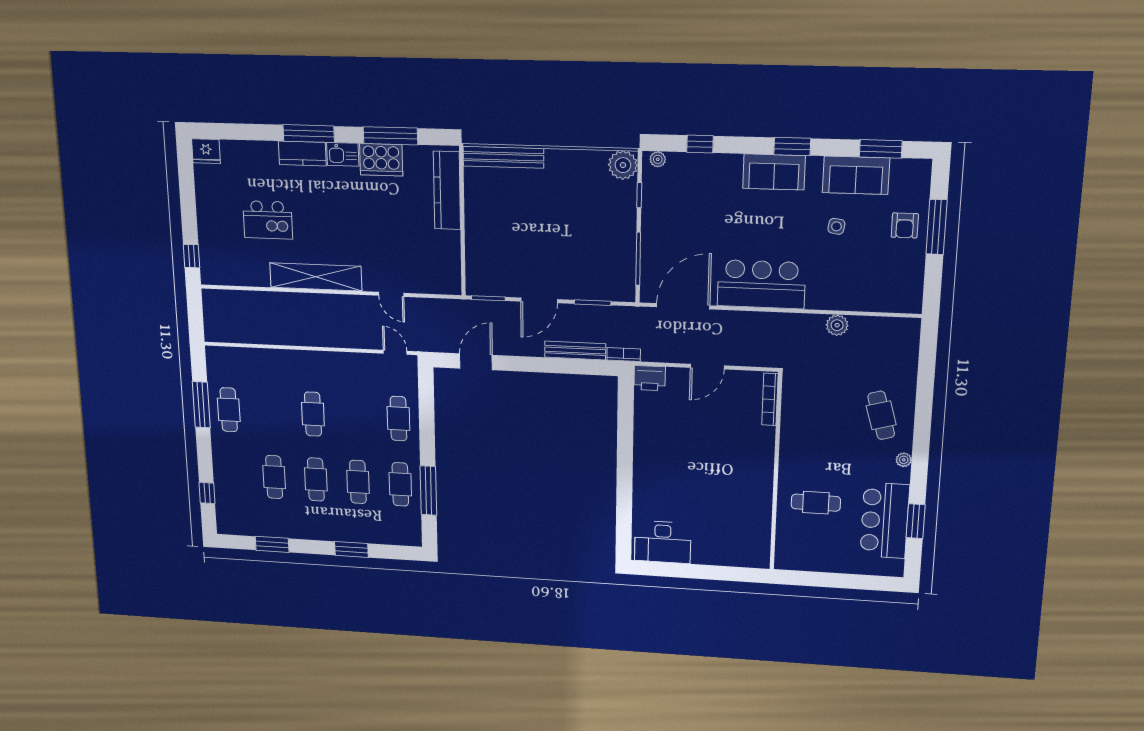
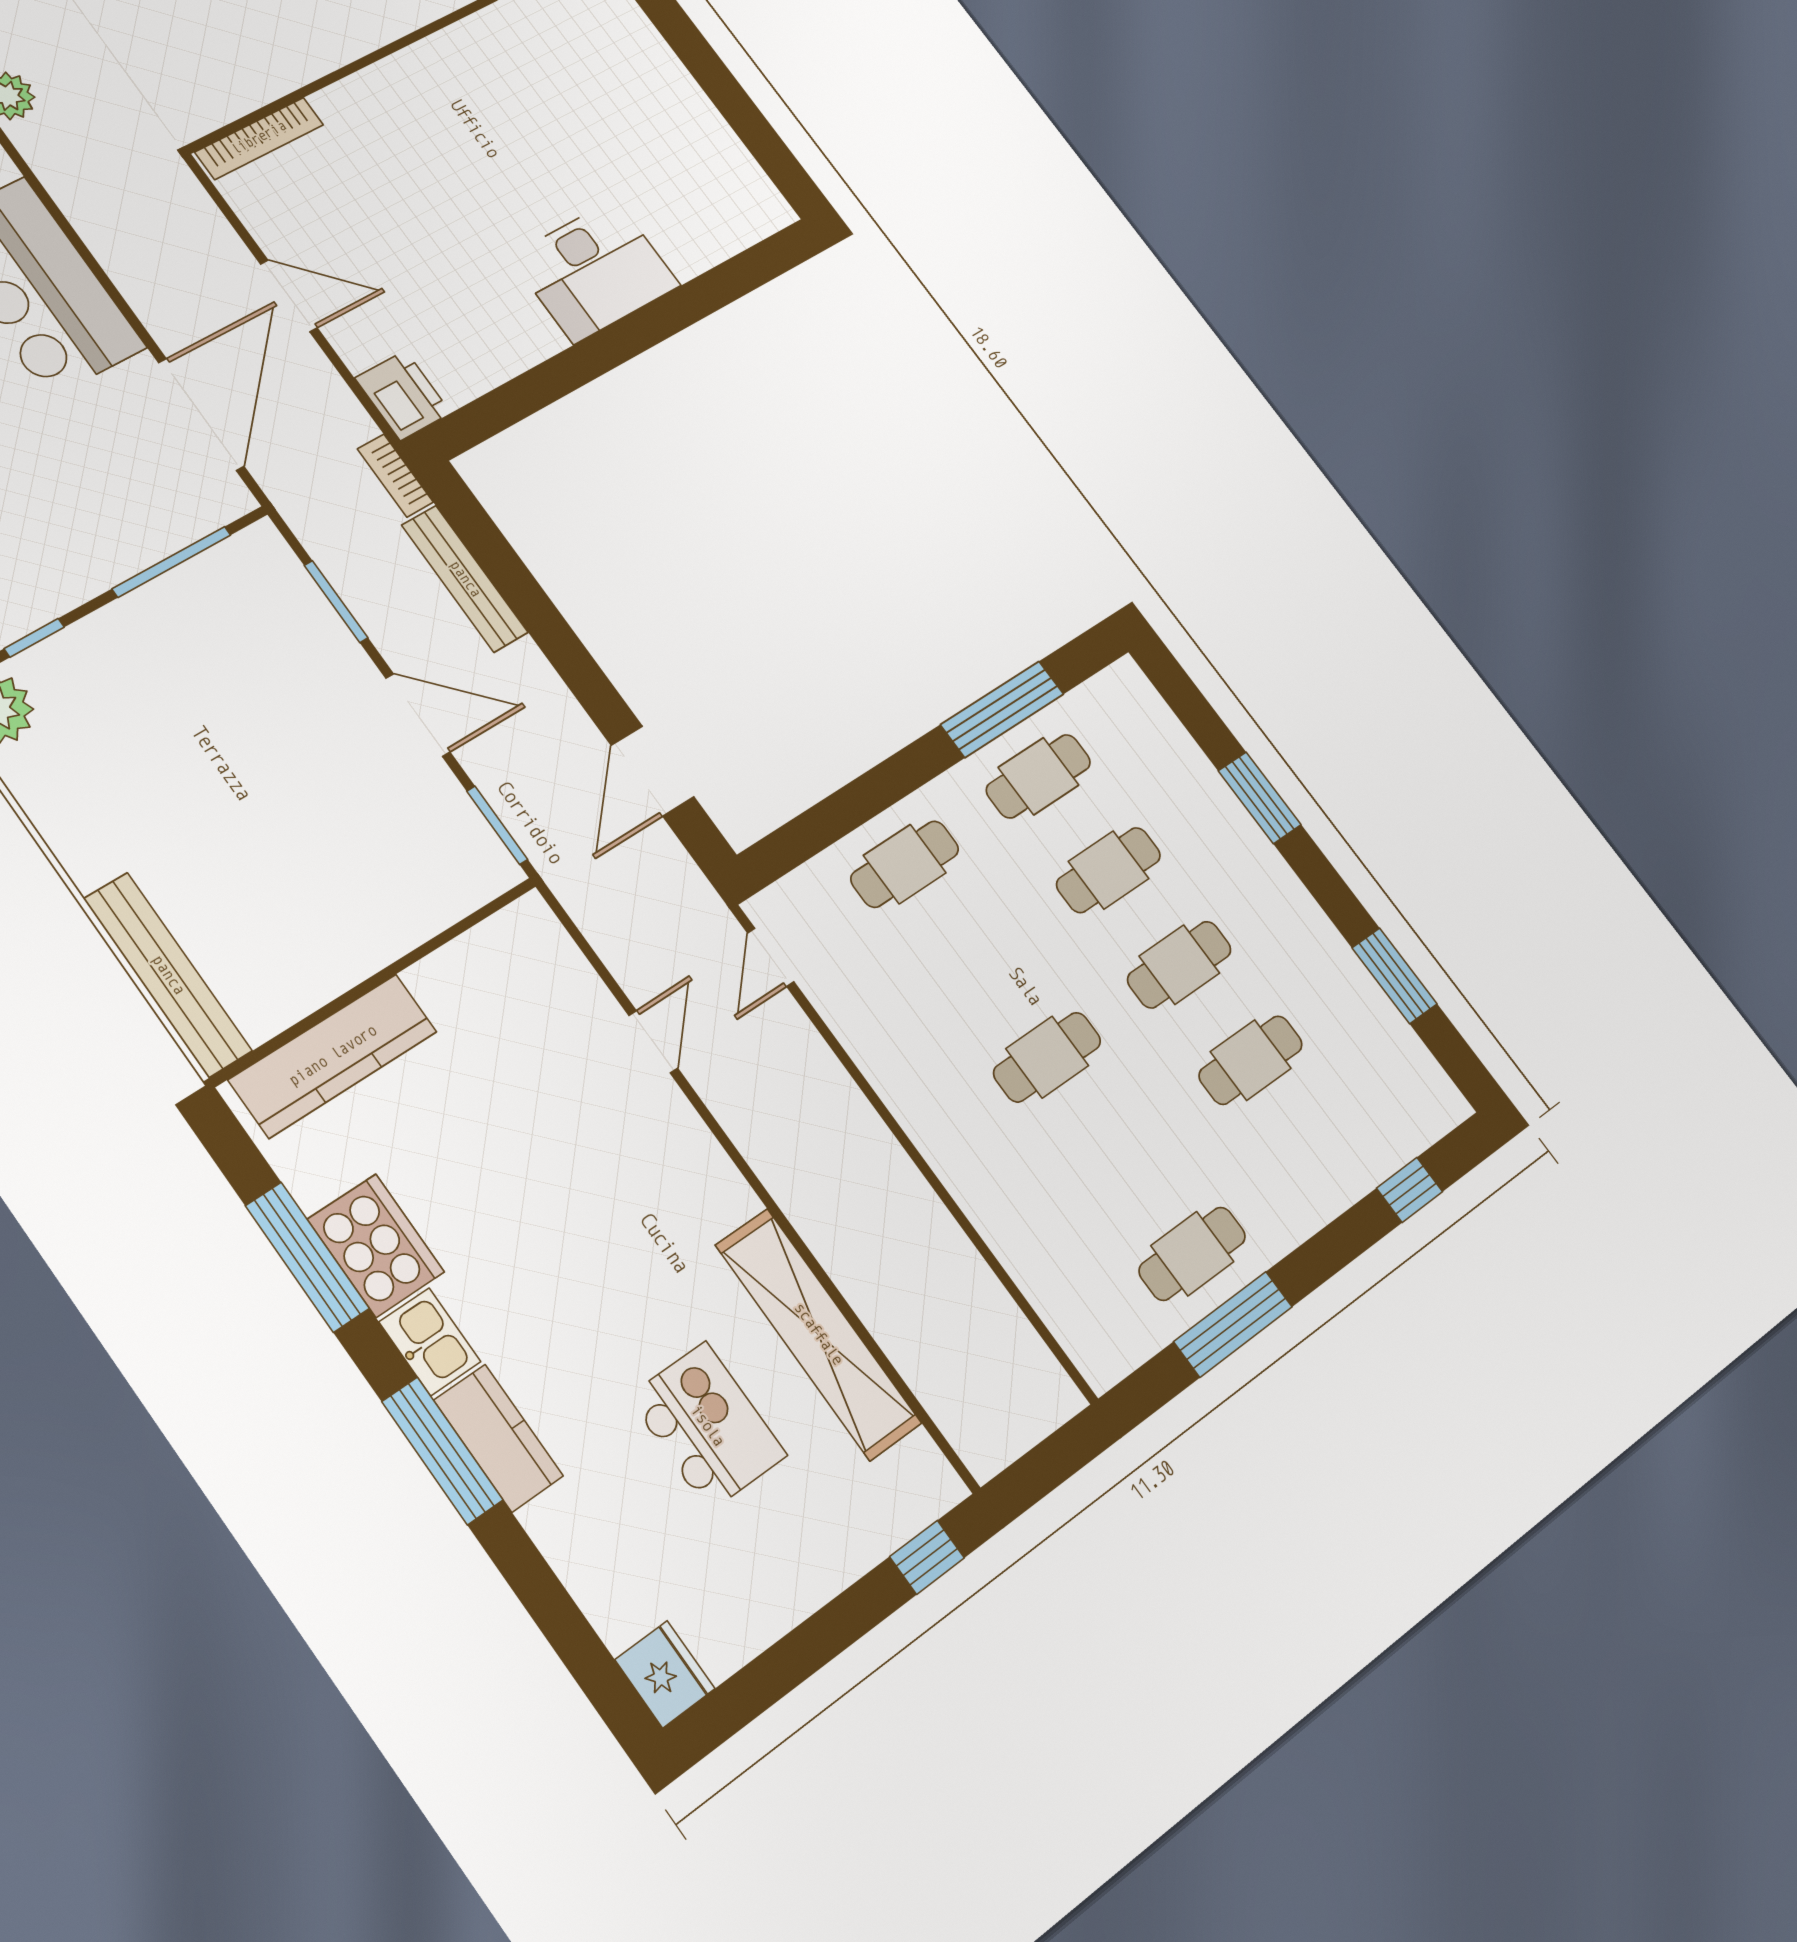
shelving: (316, 277) -> (818, 1334), moved
door: (683, 306) -> (201, 414), swing flipped
door: (476, 362) -> (652, 771), hinge flipped
desk: (663, 542) -> (595, 271), moved, turned 90

